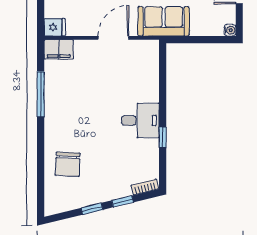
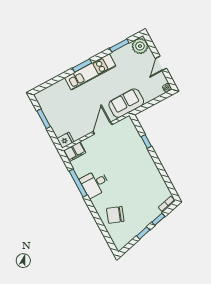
desk: (140, 120) -> (95, 184), moved, turned 180
window: (163, 137) -> (146, 141), moved
chair: (68, 164) -> (115, 215), turned 107

